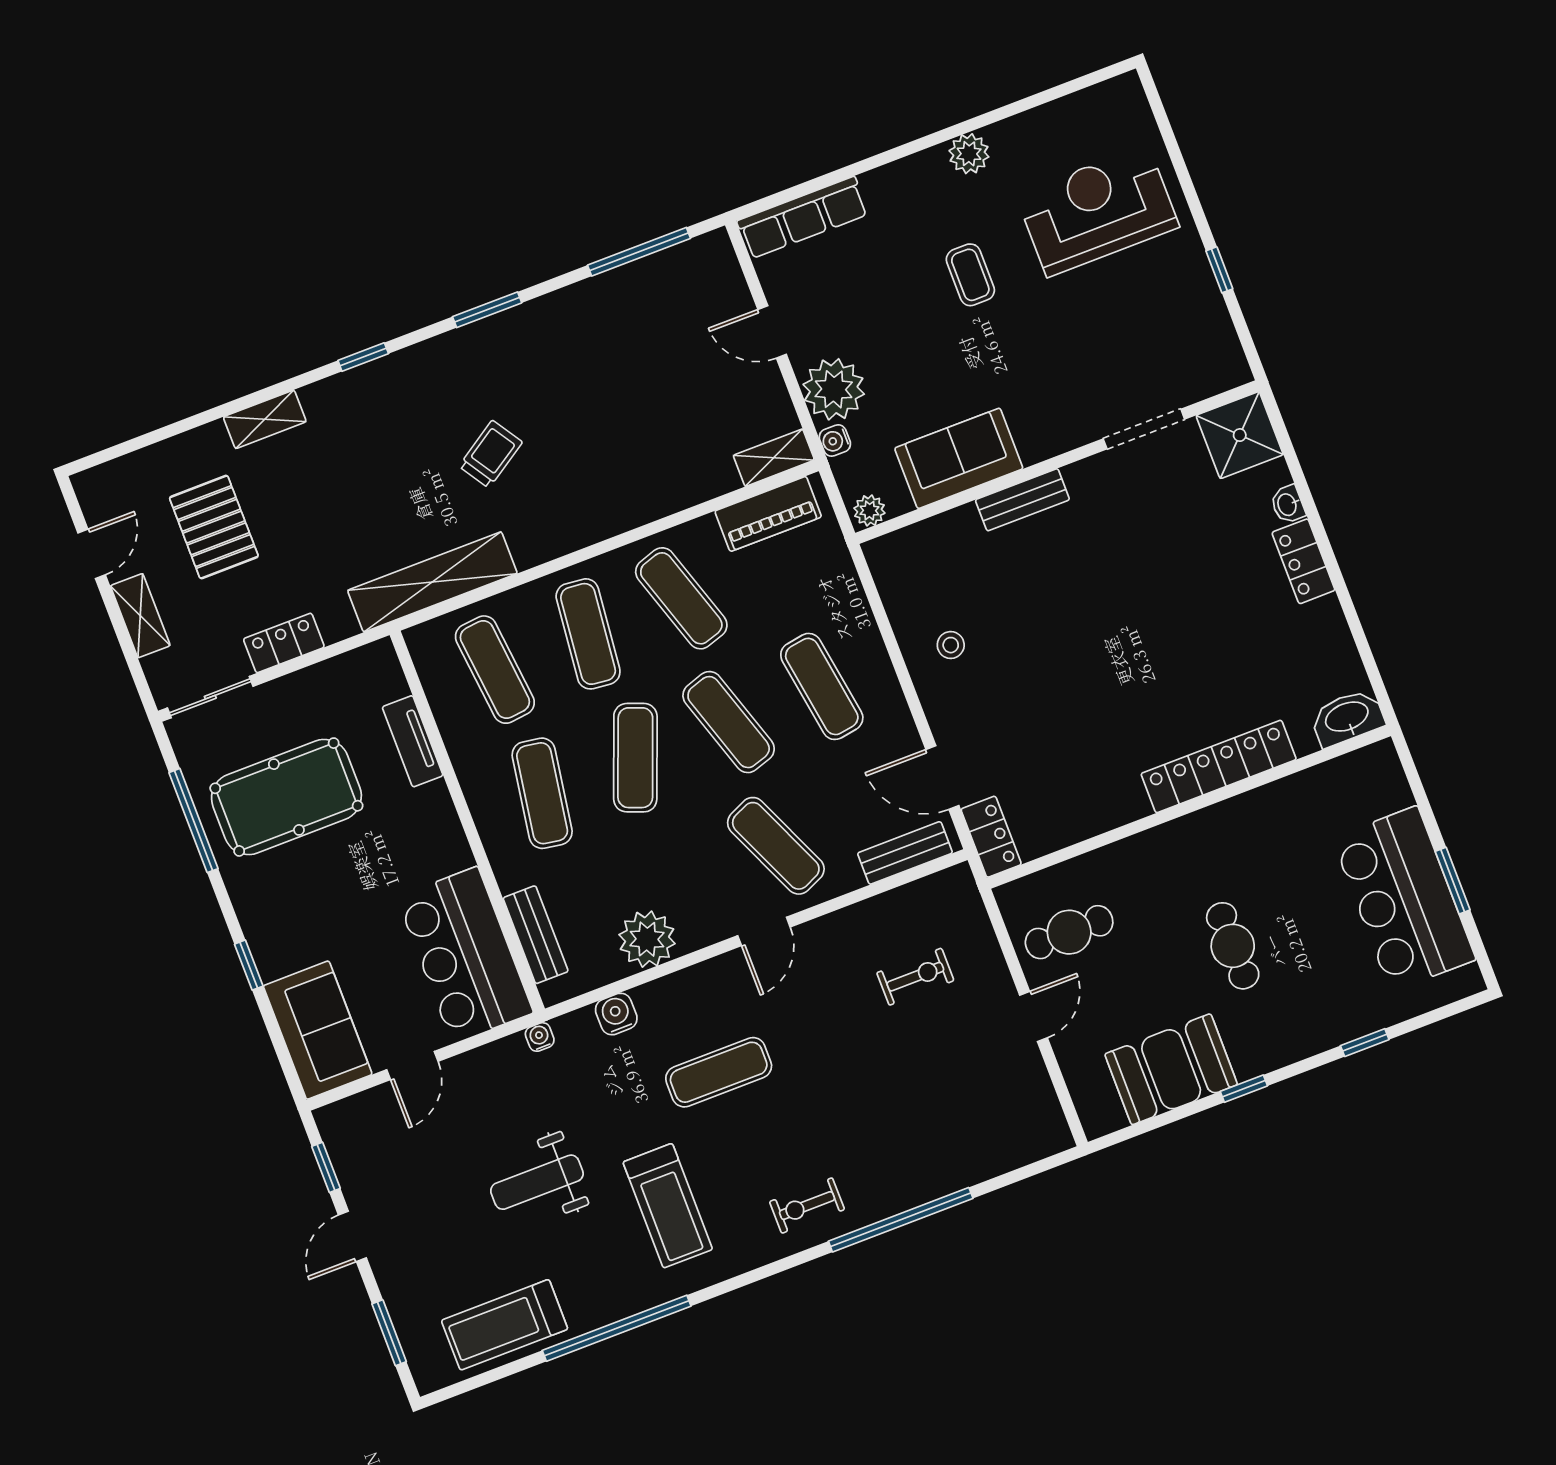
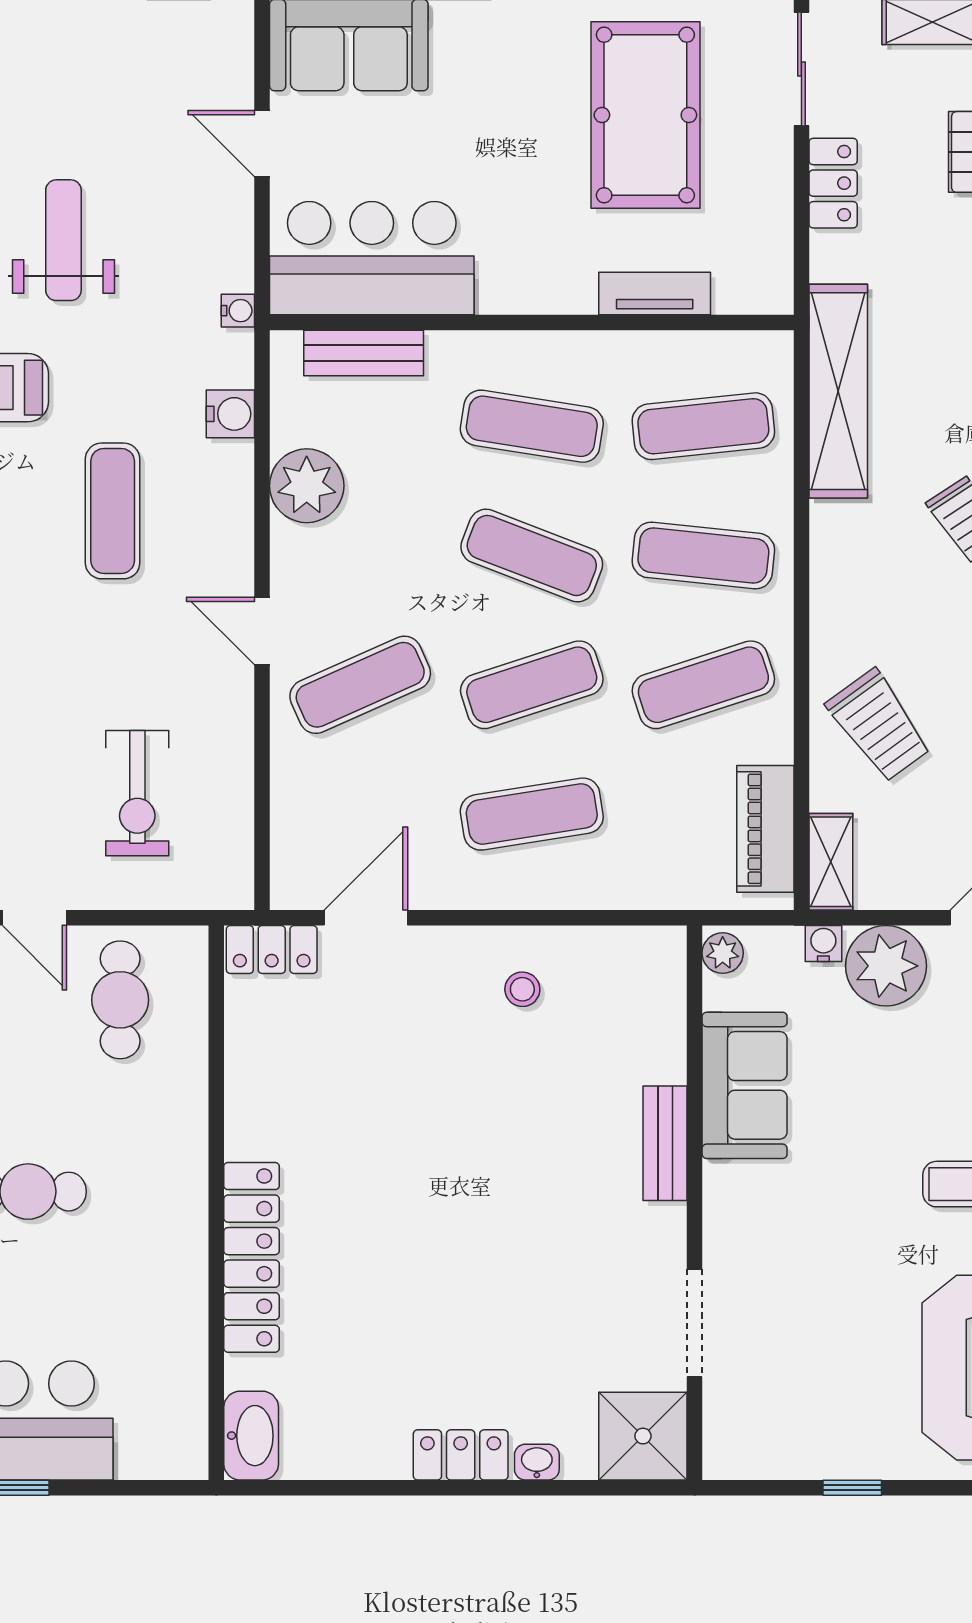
trolley: (662, 461) -> (879, 725), added
bench: (905, 853) -> (292, 838), removed
exercise bike: (915, 977) -> (137, 793), width x1.38, depth x1.39

